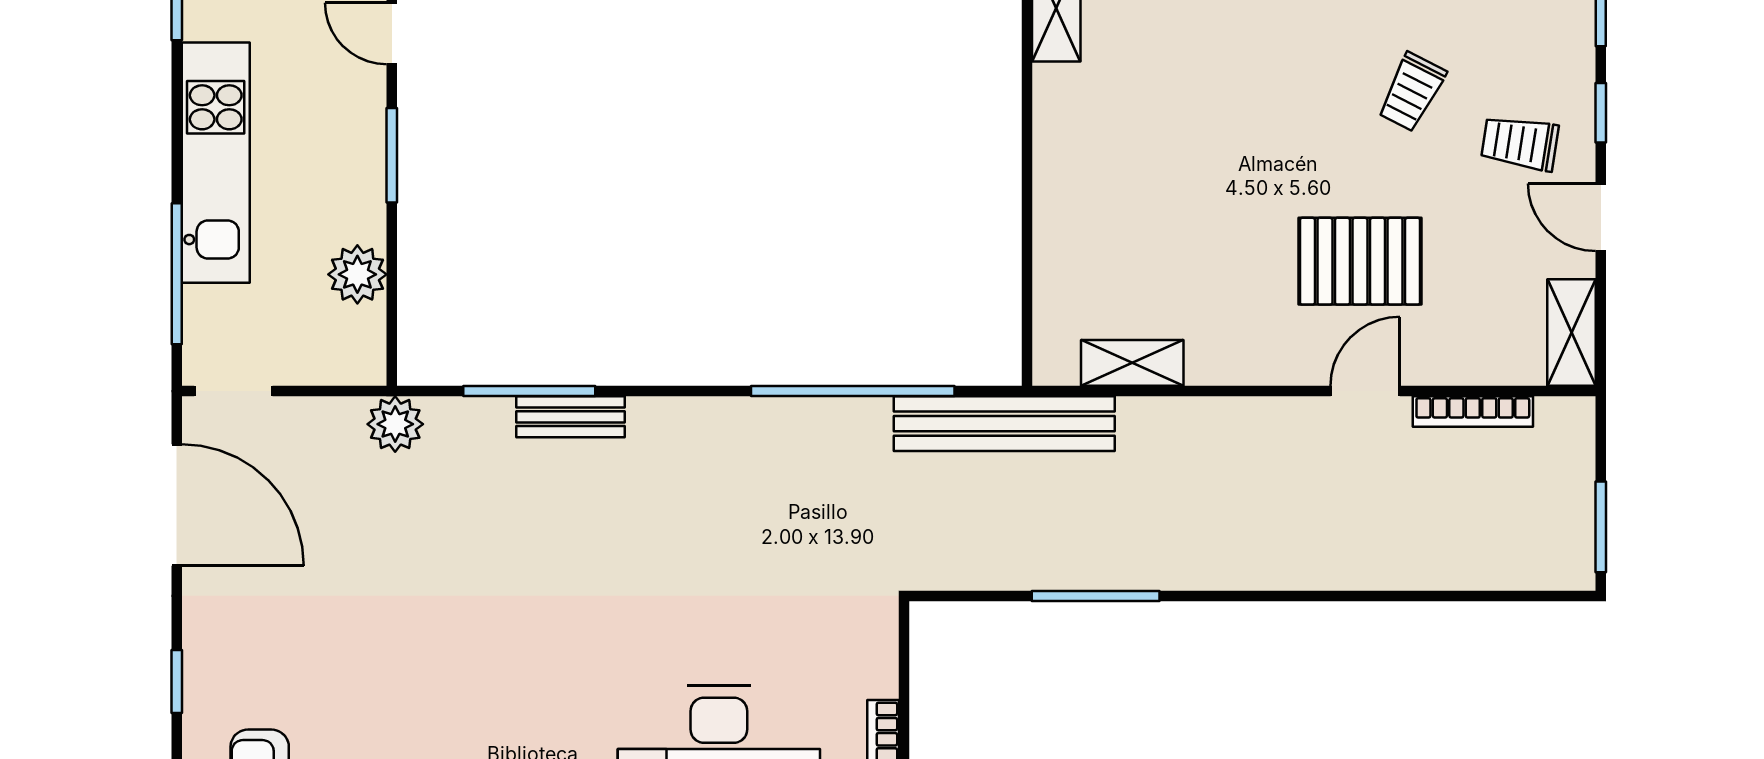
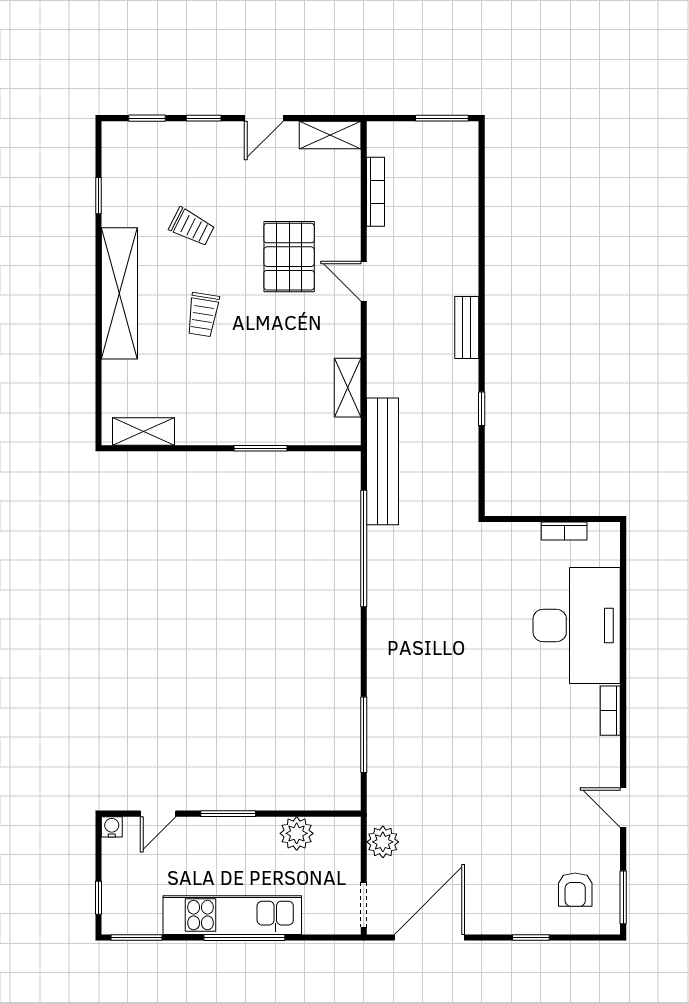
trolley: (1520, 143) -> (203, 315), moved
window: (1027, 212) -> (261, 448), added
window: (177, 274) -> (244, 937), moved
door: (1365, 391) -> (364, 281), moved
bench: (570, 417) -> (467, 328), moved
plant: (395, 424) -> (383, 842), moved
window: (1096, 596) -> (482, 409), width x0.46

